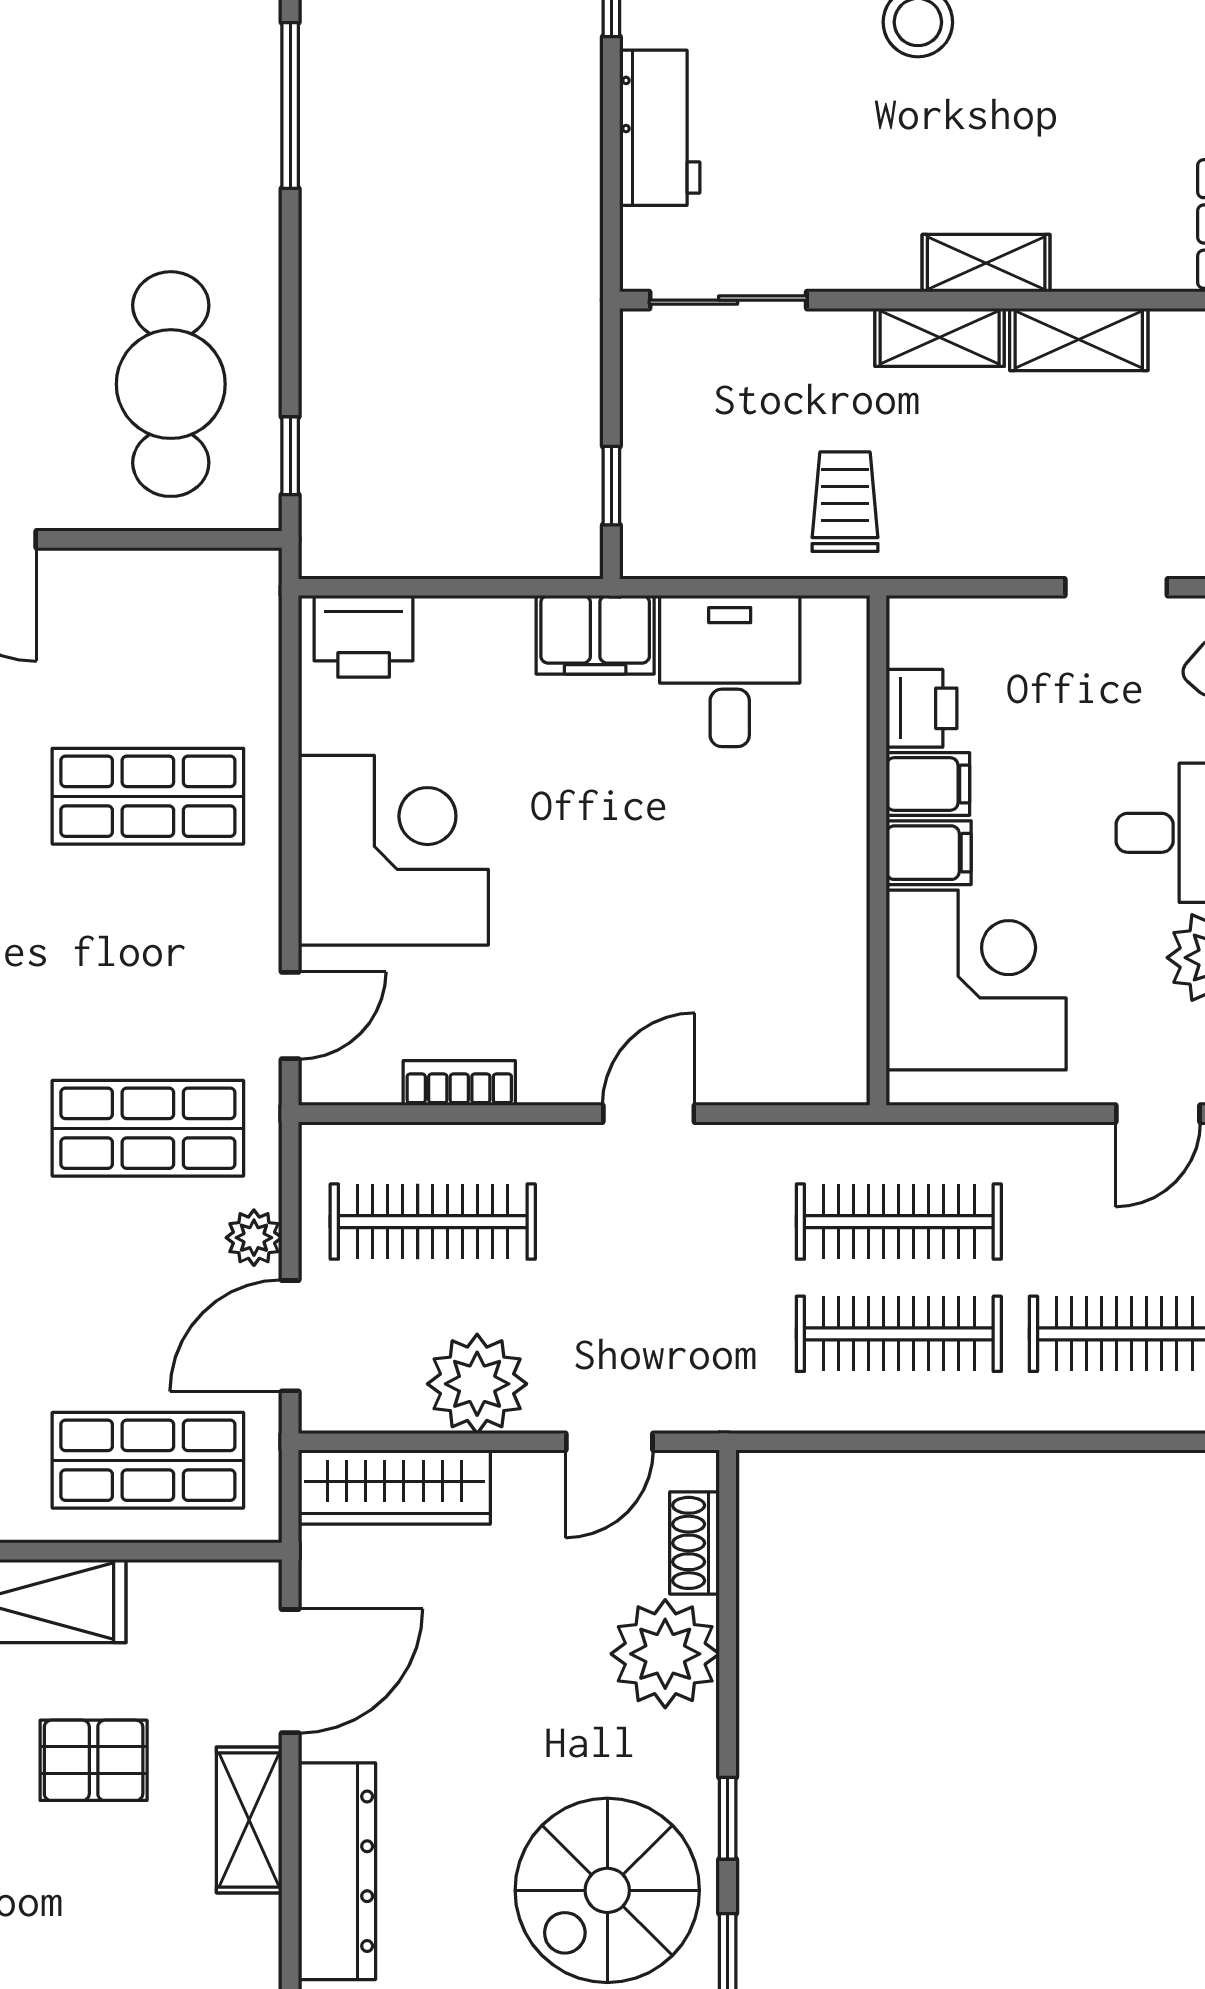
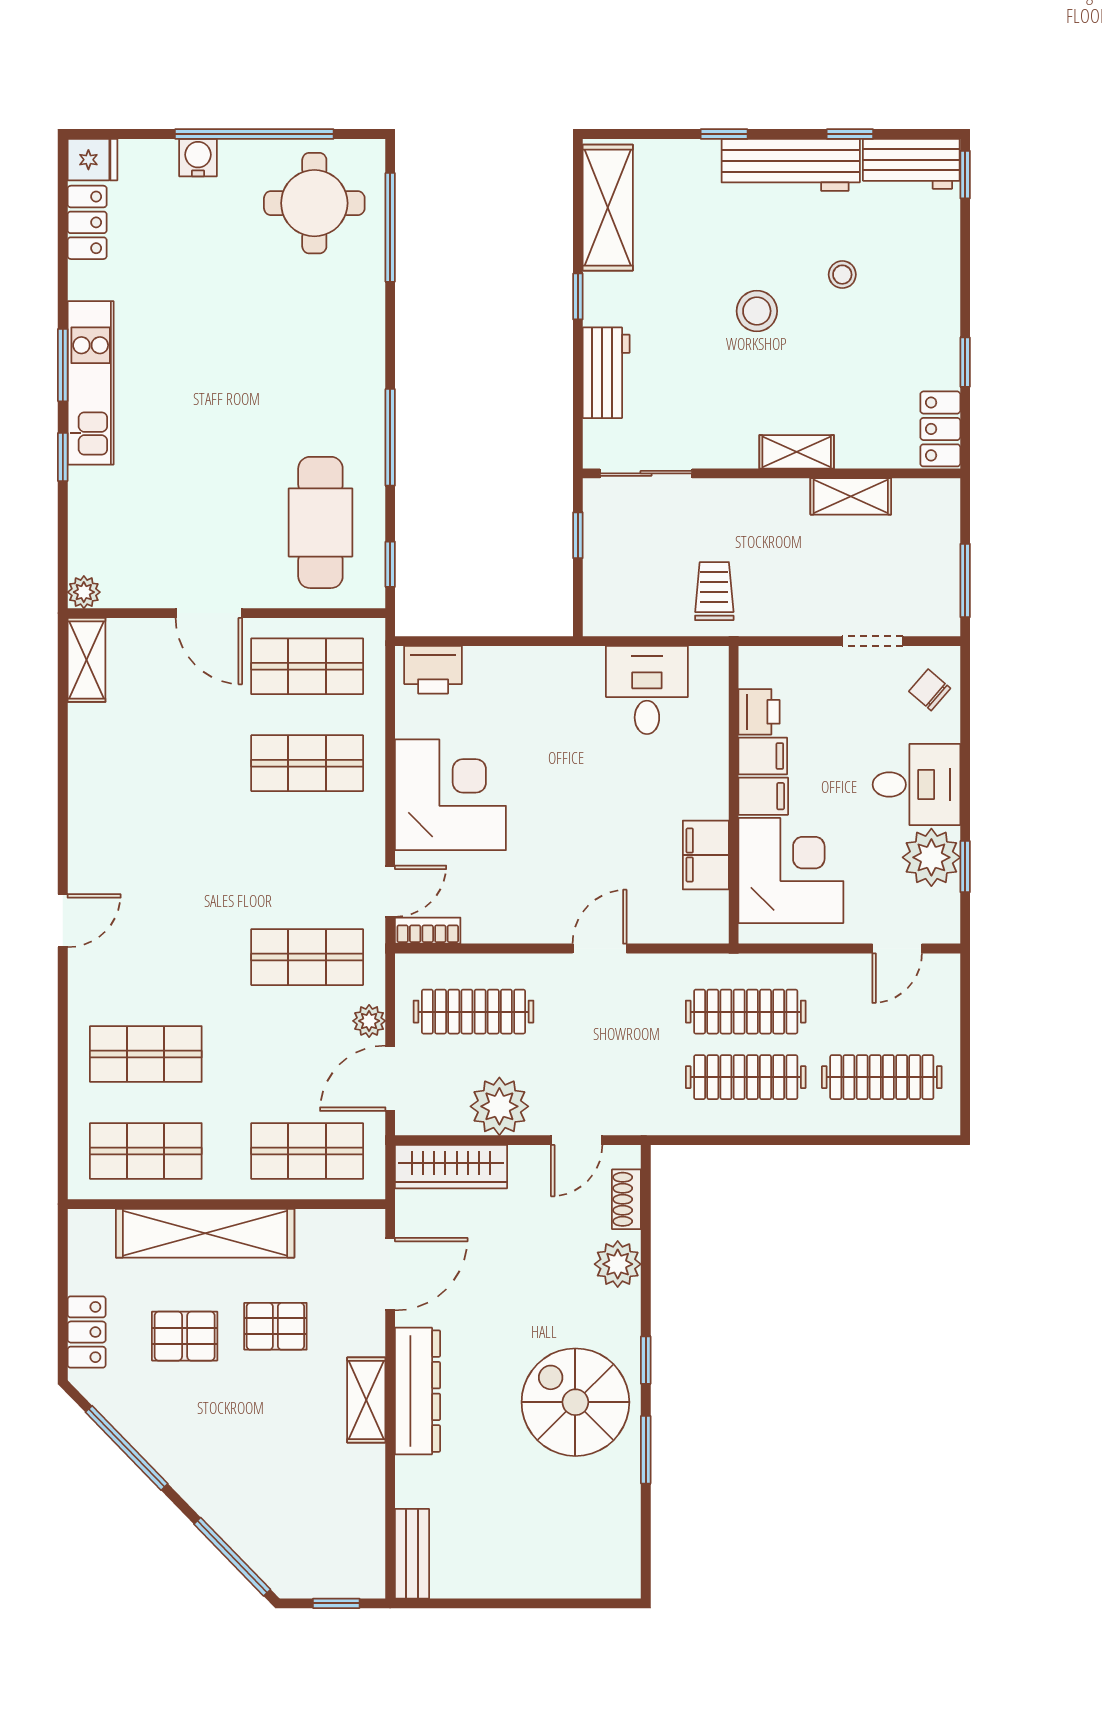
window: (290, 106) -> (390, 437), moved
shelving: (940, 337) -> (770, 495), removed
window: (611, 486) -> (578, 535), moved
shop shelf: (148, 630) -> (307, 666), added
filing cabinet: (595, 635) -> (706, 855), moved, turned 90
bookcase: (459, 1083) -> (428, 931), moved
plant: (665, 1654) -> (618, 1264), width x0.73, depth x0.73
shelving: (249, 1820) -> (366, 1400), moved
spiral stairs: (607, 1890) -> (575, 1402), turned 90

